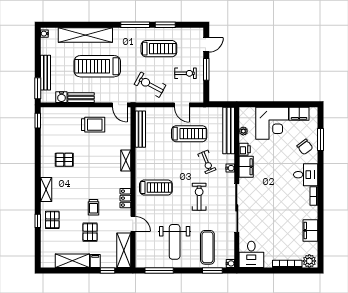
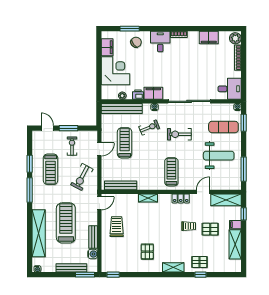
treadmill: (159, 49) -> (51, 169), turned 180
treadmill: (97, 66) -> (66, 223), turned 180

